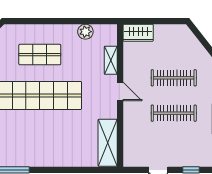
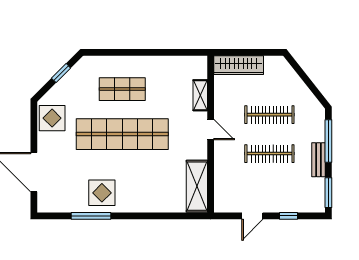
plant: (85, 32) -> (172, 64), removed
wardrobe: (138, 33) -> (239, 65), width x1.50
display table: (21, 149) -> (102, 193), added

